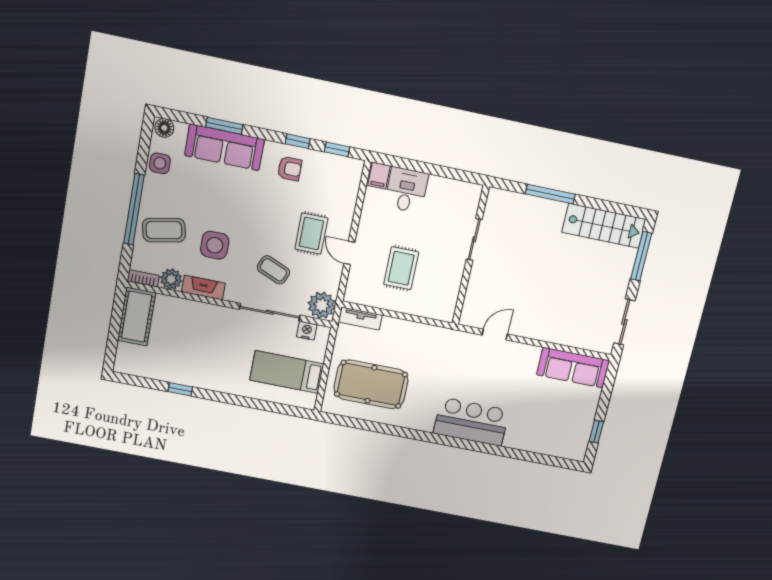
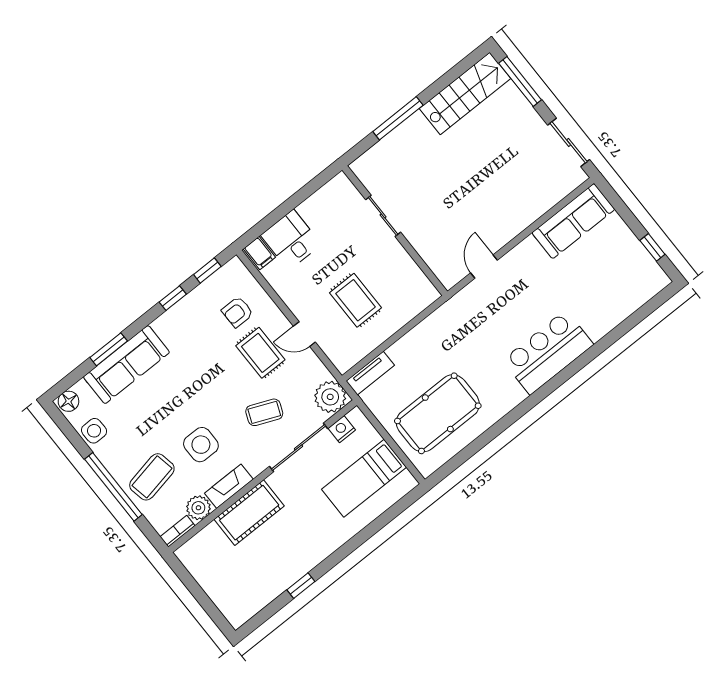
armchair: (290, 169) -> (237, 312), moved, turned 180
cot: (137, 317) -> (249, 513), moved, turned 90

